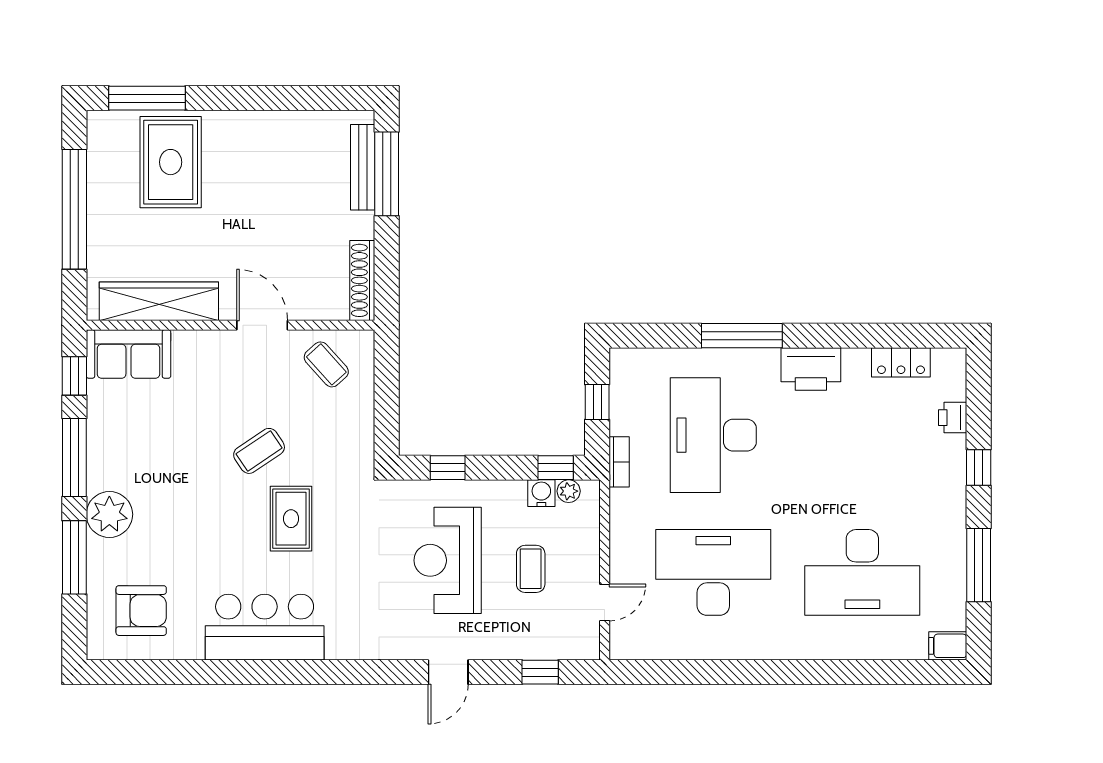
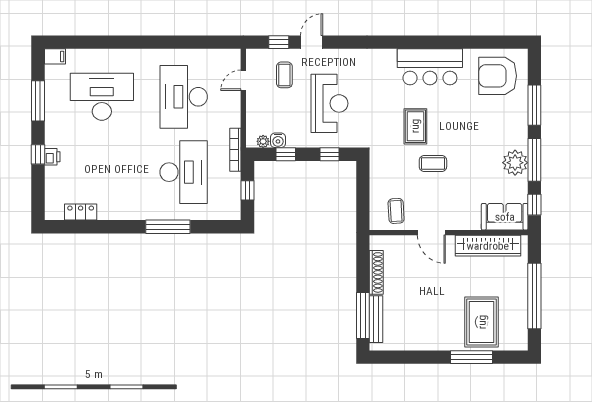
window: (147, 98) -> (472, 357), moved
shoe rack: (362, 280) -> (376, 272), moved
coffee table: (326, 364) -> (396, 211), turned 39
printer: (811, 369) -> (130, 208), removed
printer: (953, 418) -> (52, 157), moved
coffee table: (259, 451) -> (433, 163), turned 34
bookcase: (619, 462) -> (235, 150), width x1.56
window: (556, 468) -> (286, 154), moved
plant: (109, 514) -> (515, 163), moved
coffee table: (531, 569) -> (284, 75), moved
desk: (713, 572) -> (184, 97), turned 90
armchair: (141, 611) -> (498, 76), width x1.36, depth x1.36
door: (448, 672) -> (312, 42), moved

